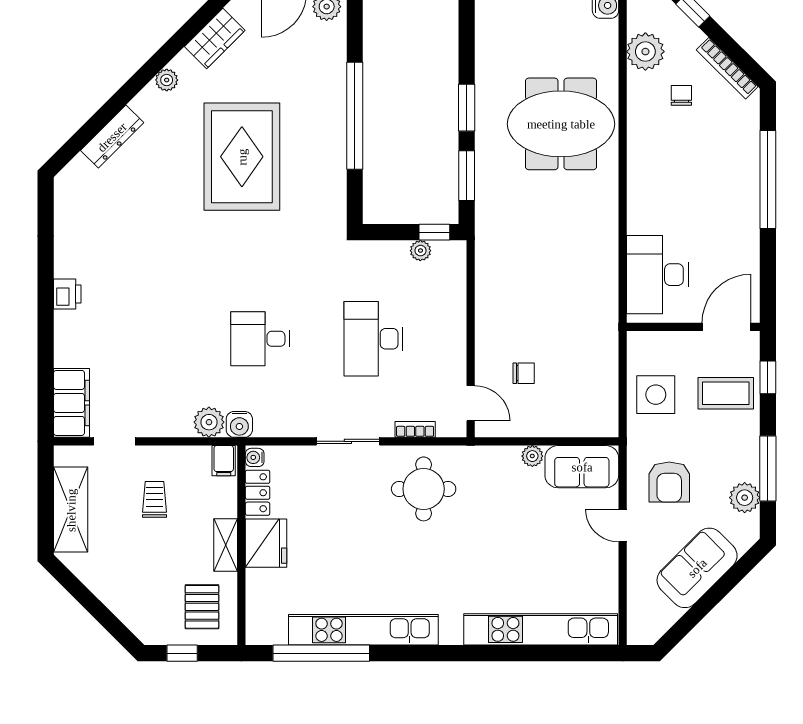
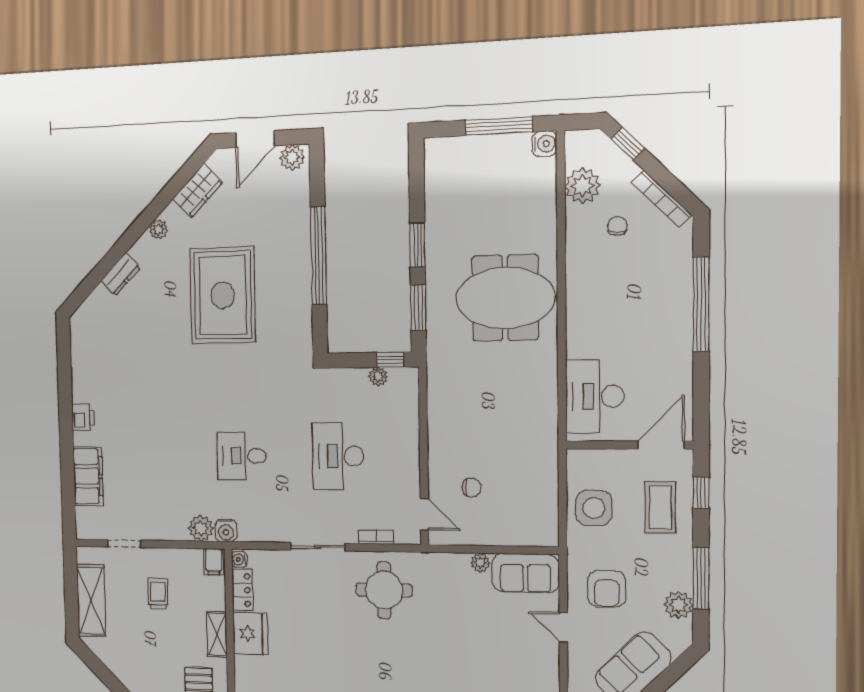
meeting table: (561, 124) -> (505, 298), moved
dresser: (112, 137) -> (121, 274), width x0.70
coffee table: (726, 393) -> (660, 507), turned 90
filing cabinet: (71, 403) -> (88, 476), moved

